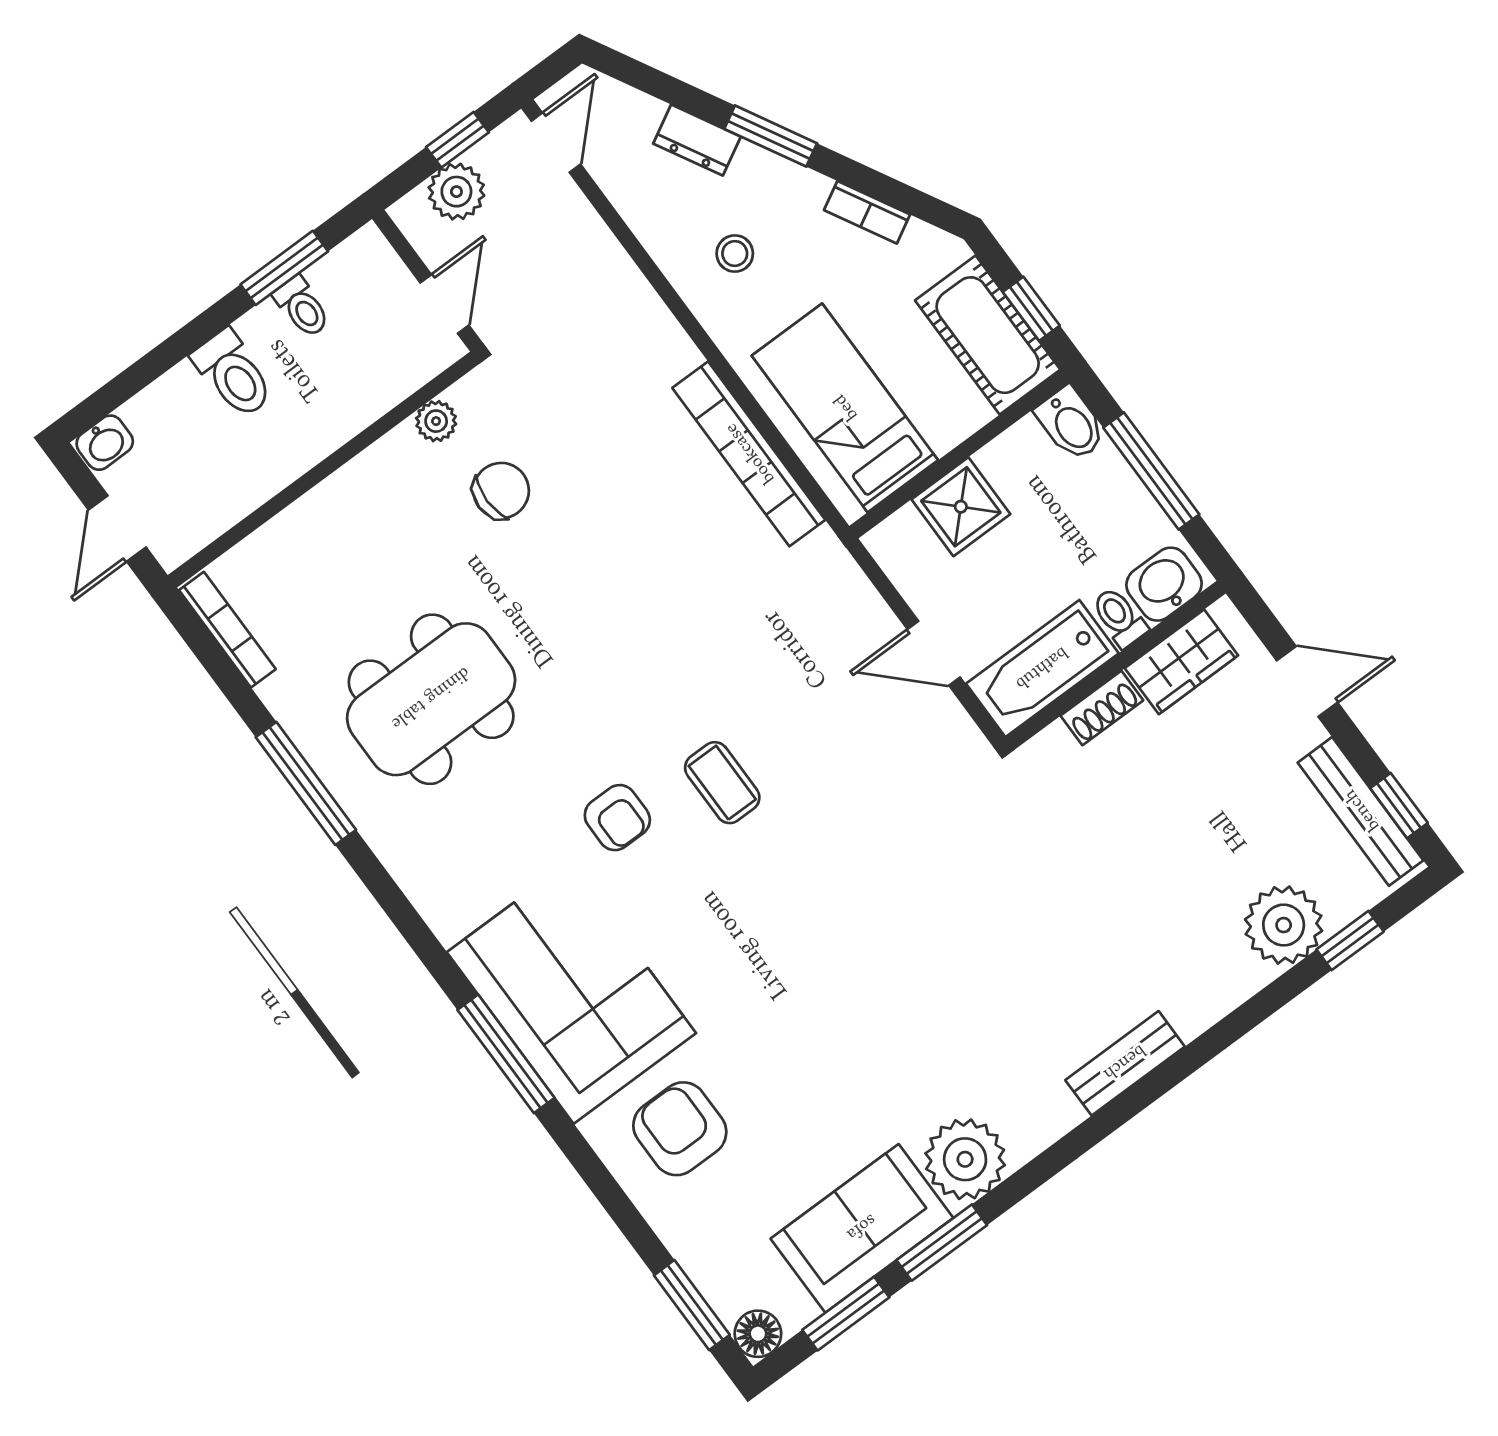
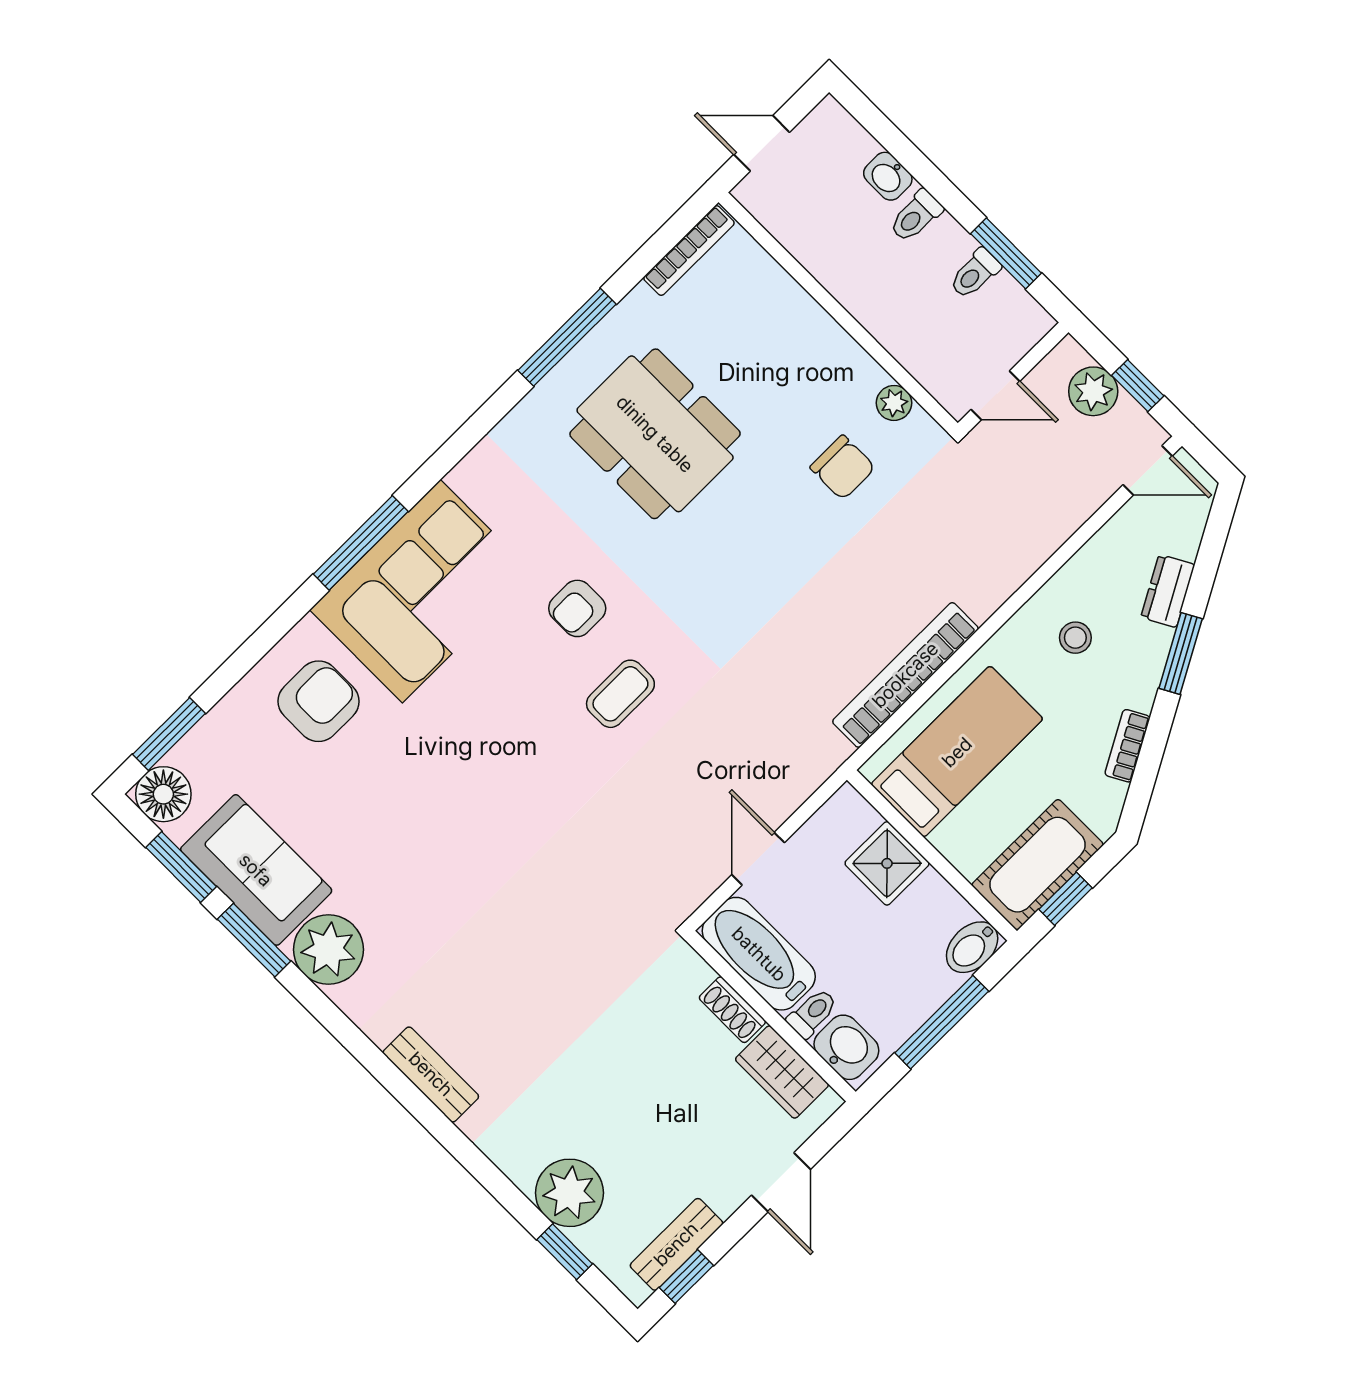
toilet: (233, 374) -> (916, 216), width x0.73, depth x0.72
washbasin: (105, 443) -> (888, 176), moved
bench: (1361, 811) -> (676, 1244), width x0.73
floor lamp: (758, 1334) -> (163, 794), width x1.38, depth x1.38

